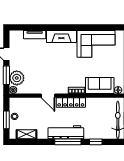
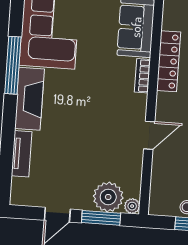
window: (77, 27) -> (13, 65), added
locker: (71, 102) -> (169, 61), moved

